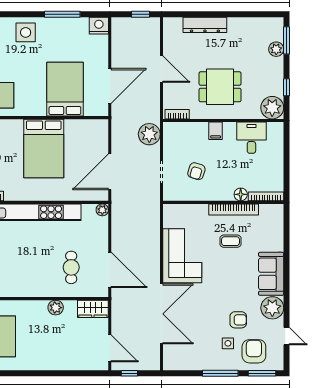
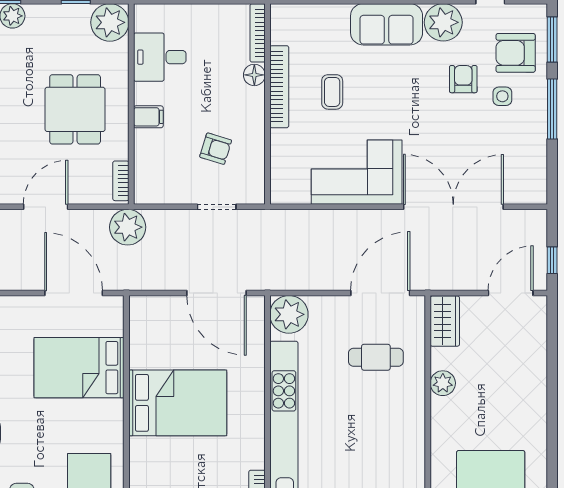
plant: (149, 134) -> (128, 227), moved
plant: (102, 210) -> (289, 314), width x1.88, depth x1.88

